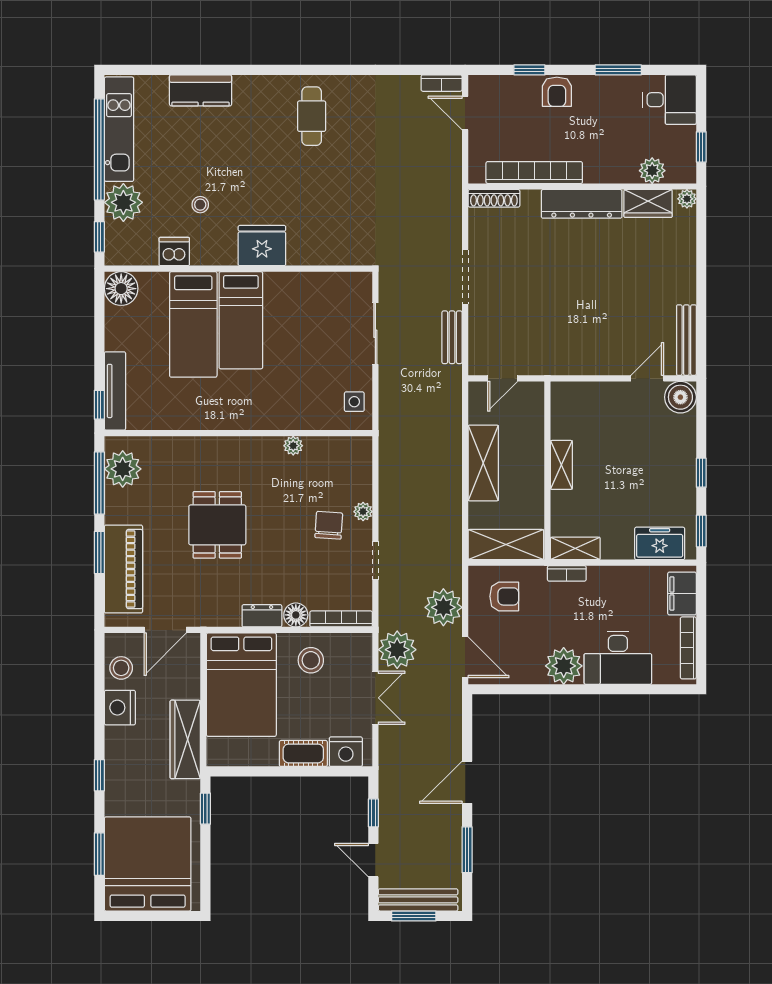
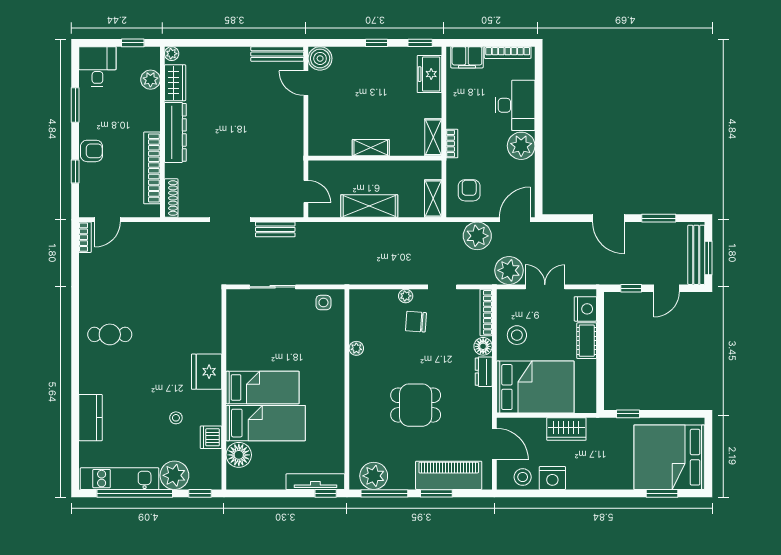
floor lamp: (121, 289) -> (239, 455), moved
shelving: (506, 545) -> (433, 199), width x0.67, depth x0.75
wardrobe: (185, 739) -> (566, 429), width x0.67
window: (99, 775) -> (603, 493), removed

